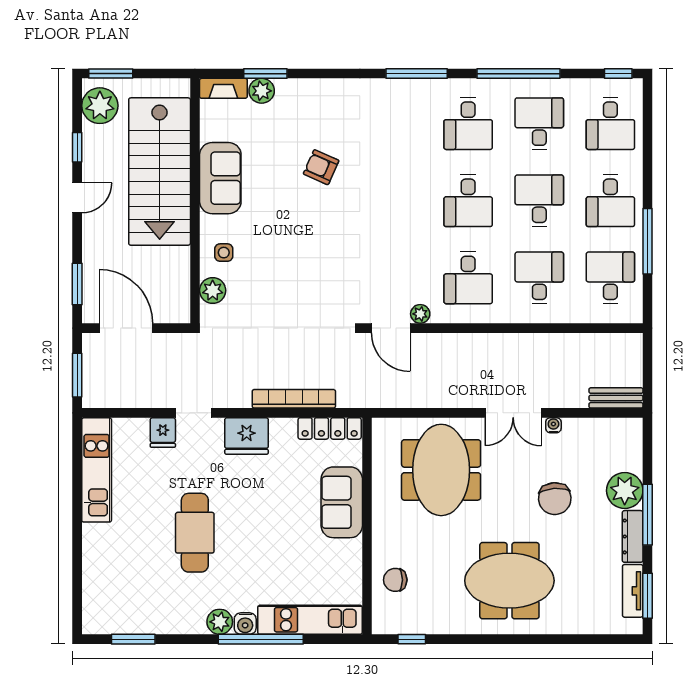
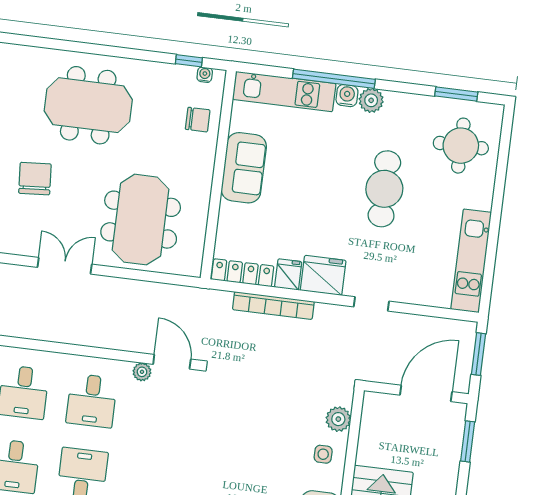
desk: (468, 278) -> (92, 401), turned 180
door: (126, 328) -> (426, 393), swing flipped
water cooler: (553, 425) -> (205, 75), moved, turned 180
fridge: (163, 432) -> (288, 274), moved
sofa: (342, 502) -> (244, 168), moved
round table: (122, 587) -> (461, 146), added

